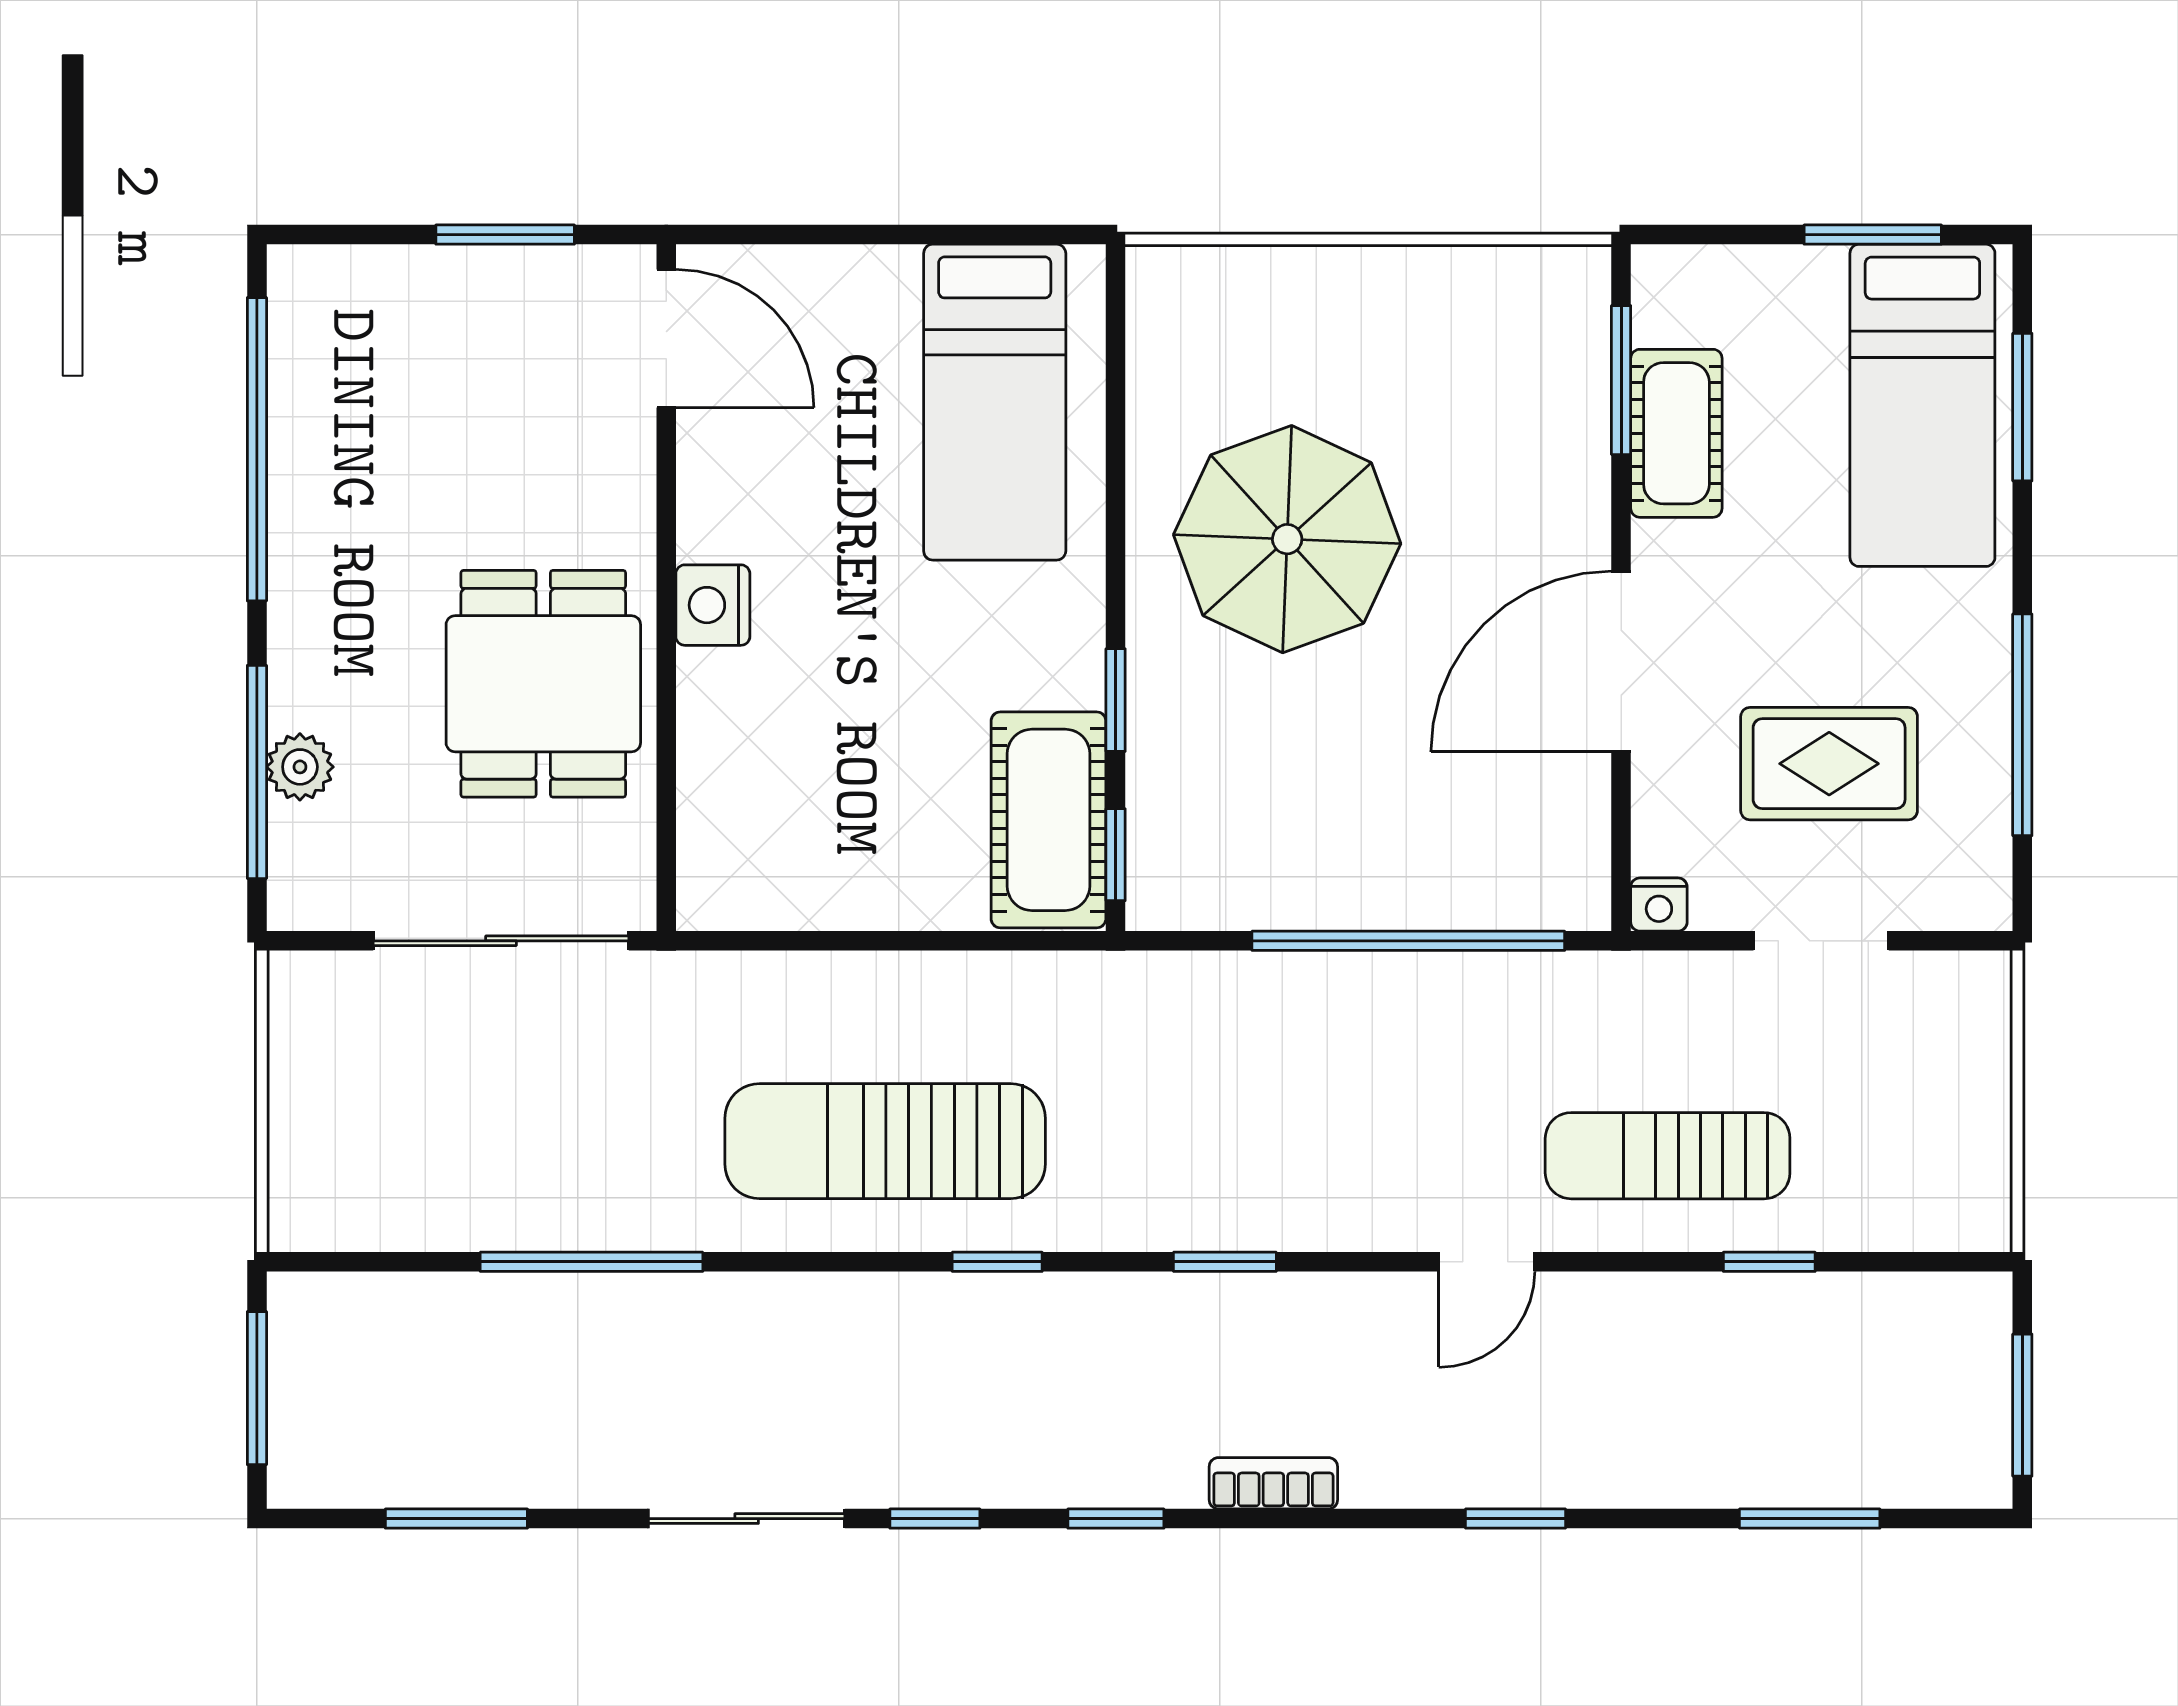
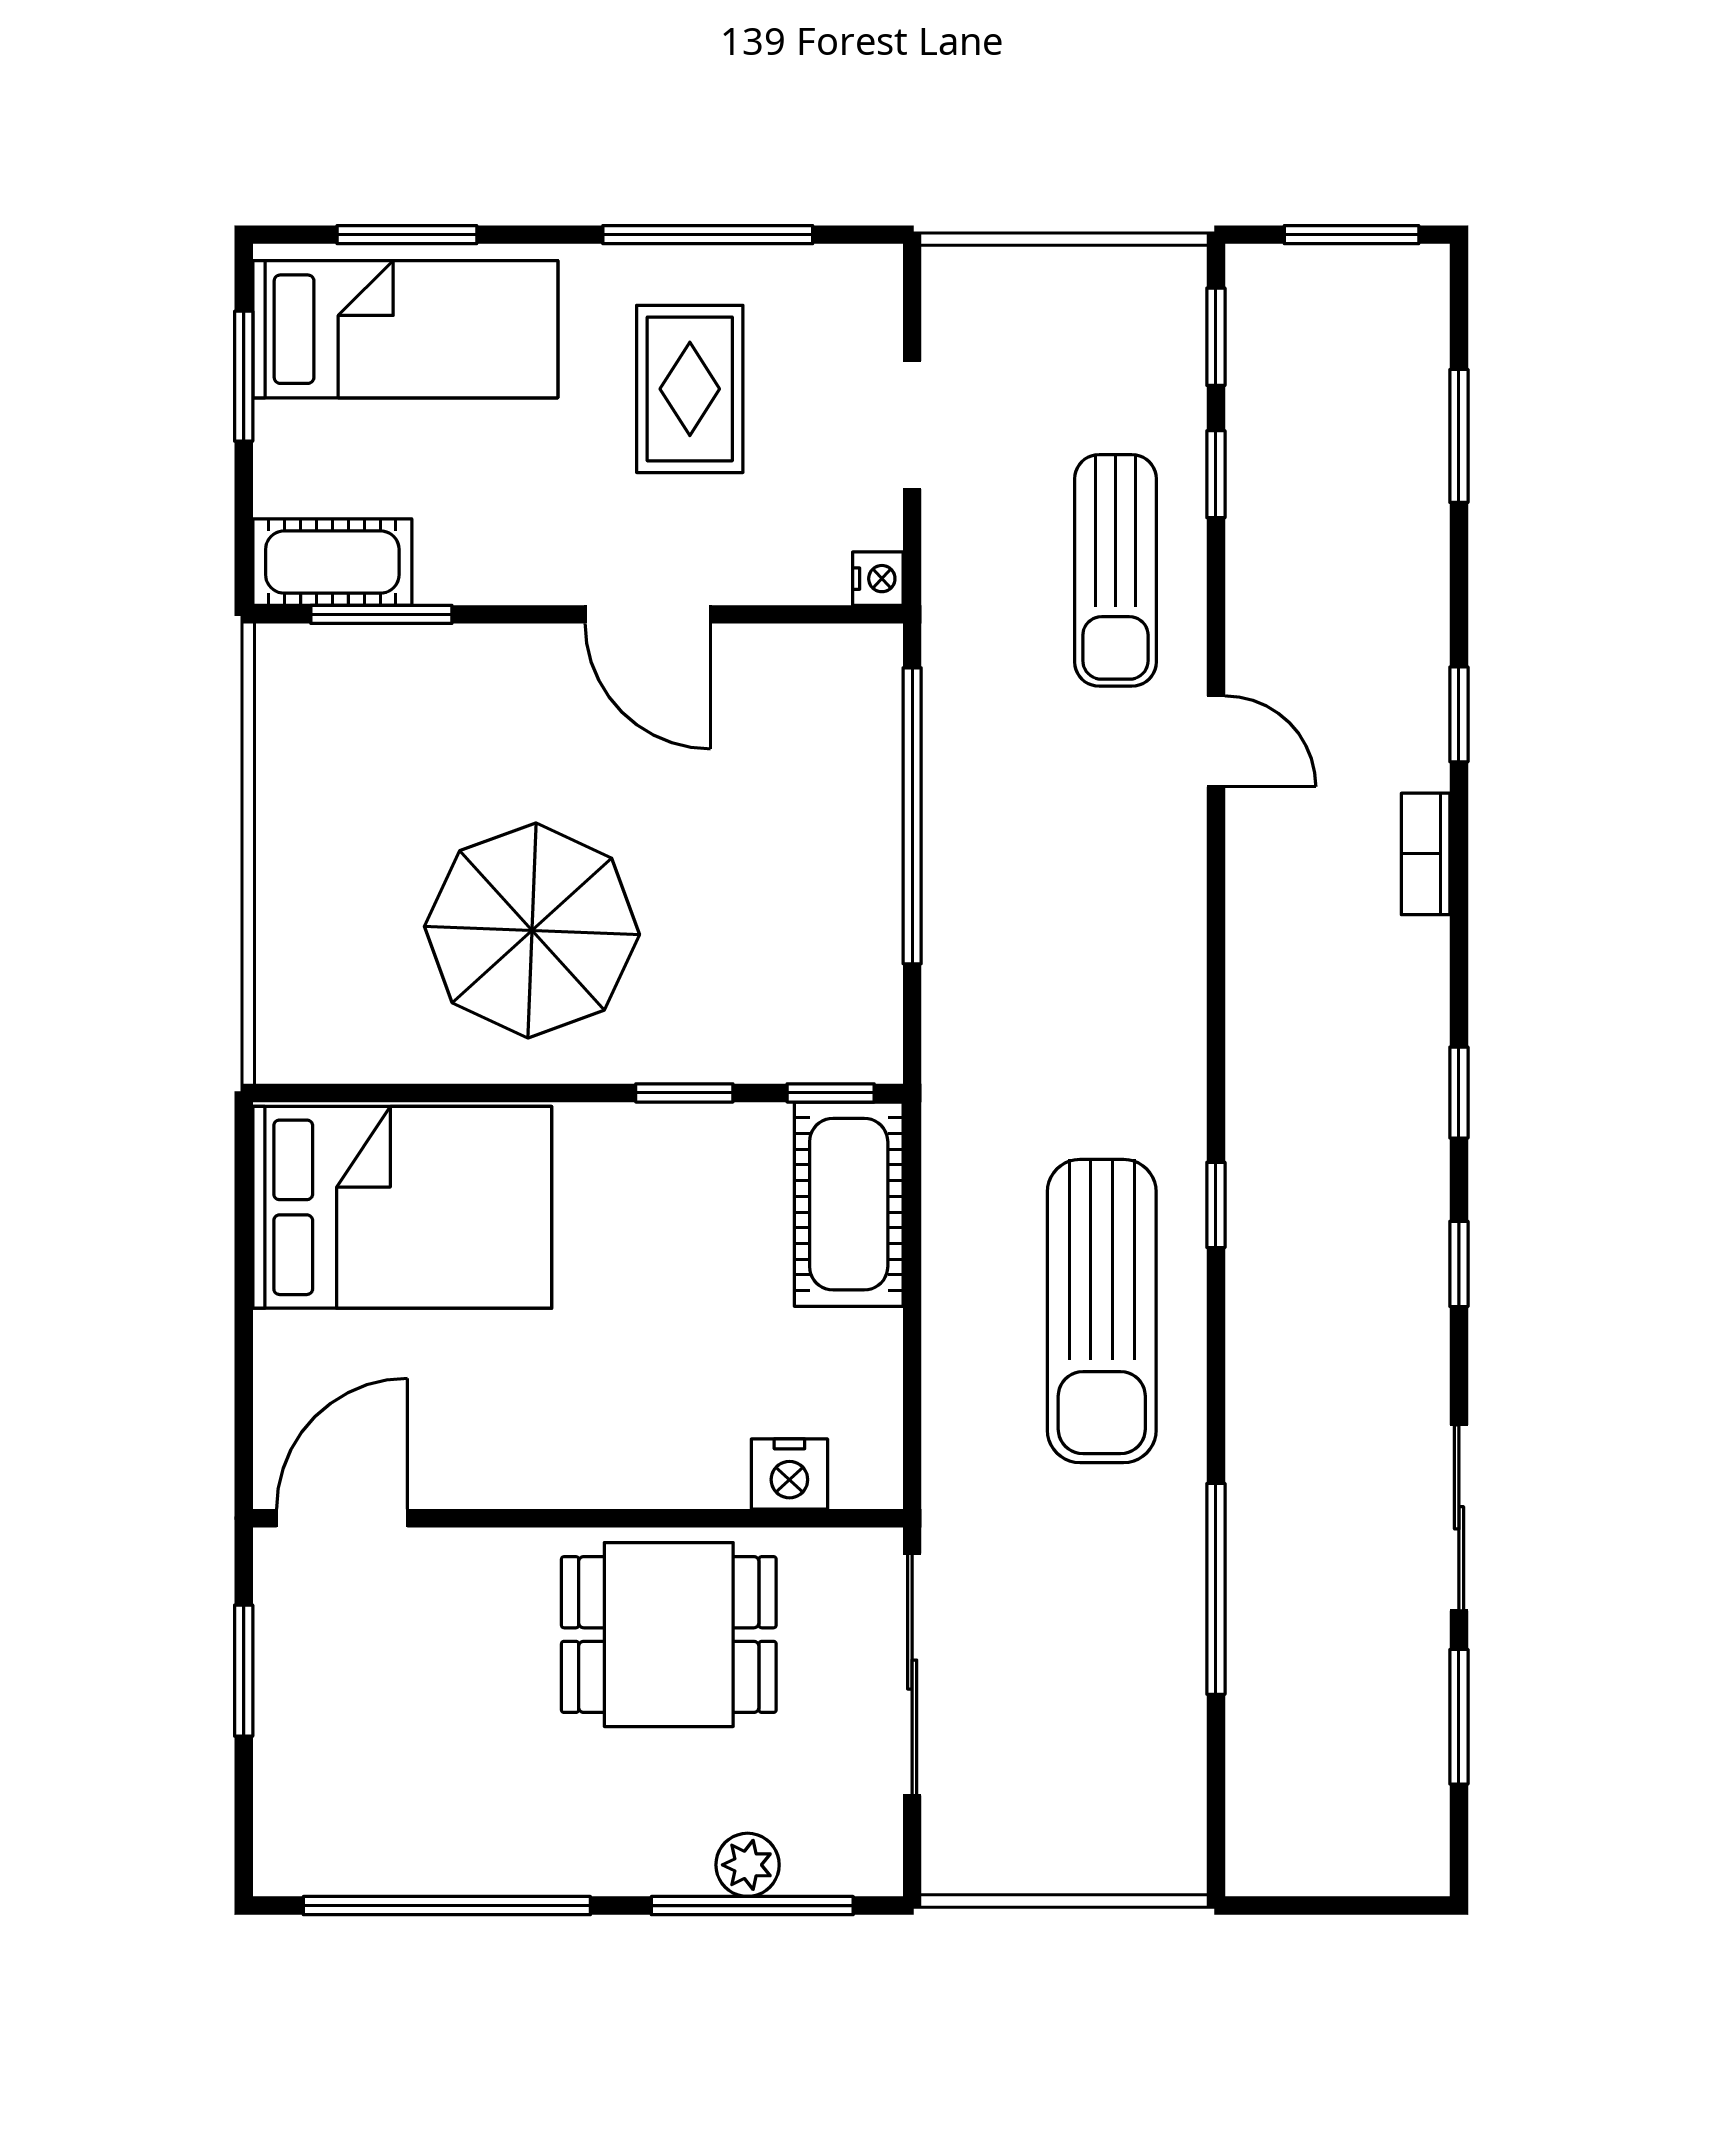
bed: (995, 402) -> (402, 1207), width x1.50
cot: (1676, 433) -> (332, 562), moved
nightstand: (713, 605) -> (789, 1474), moved
door: (1621, 661) -> (648, 614), width x0.73
rug: (1829, 764) -> (690, 389), moved
cot: (1049, 820) -> (849, 1204), moved, turned 90
window: (1225, 1262) -> (1216, 337), moved
window: (257, 1388) -> (1336, 1906), removed
bookcase: (1273, 1483) -> (1426, 854), moved
sliding door: (747, 1519) -> (1459, 1518), moved

